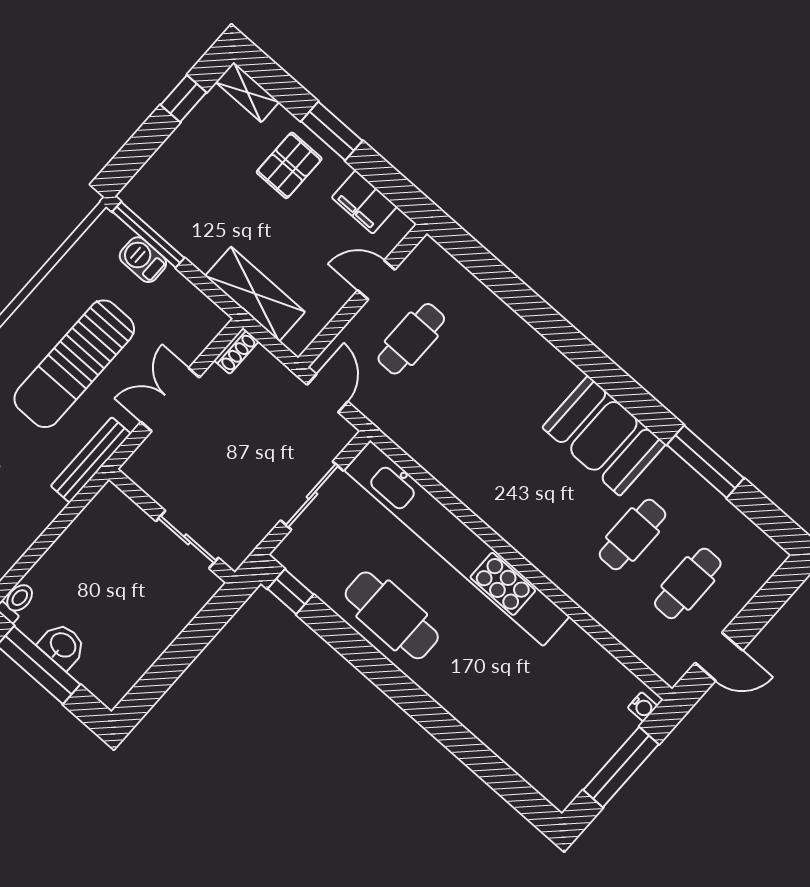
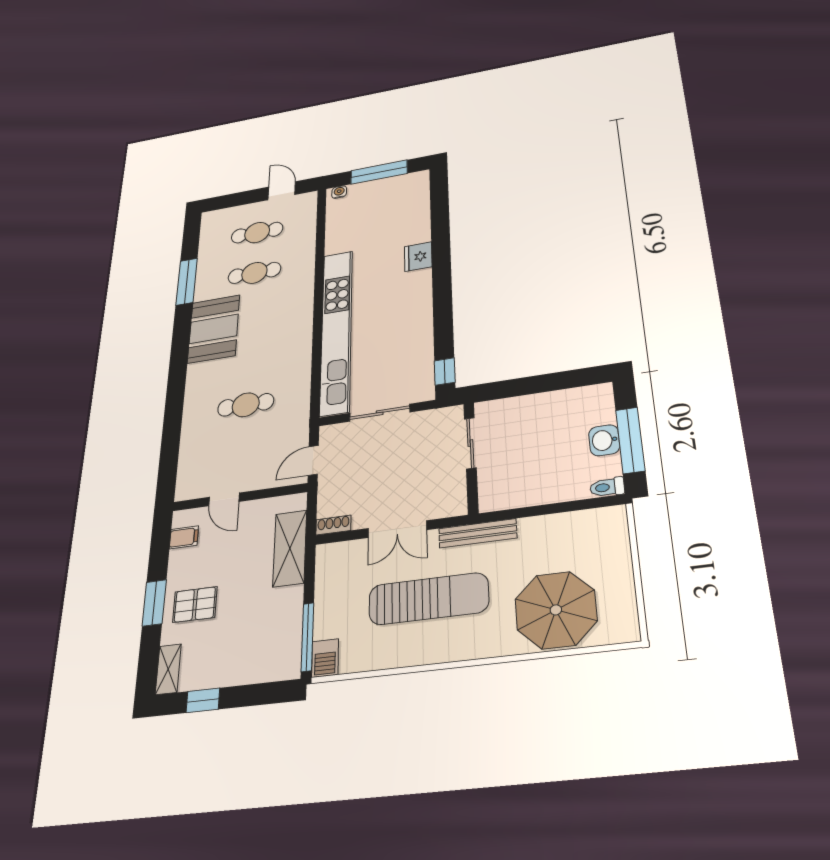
filing cabinet: (364, 202) -> (184, 537), width x0.50
barbecue: (143, 260) -> (325, 658), moved
cafe table: (411, 339) -> (246, 405), moved
cafe table: (392, 615) -> (407, 320), removed
fridge: (458, 697) -> (418, 257), added

